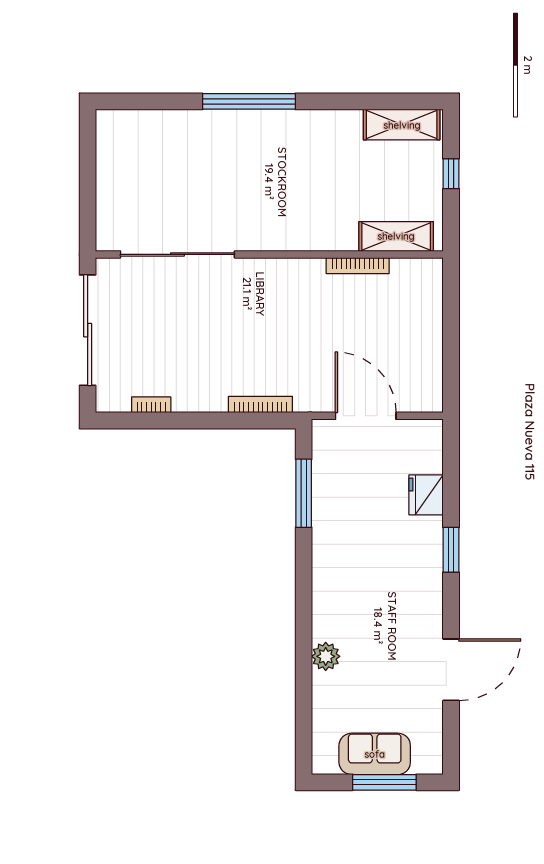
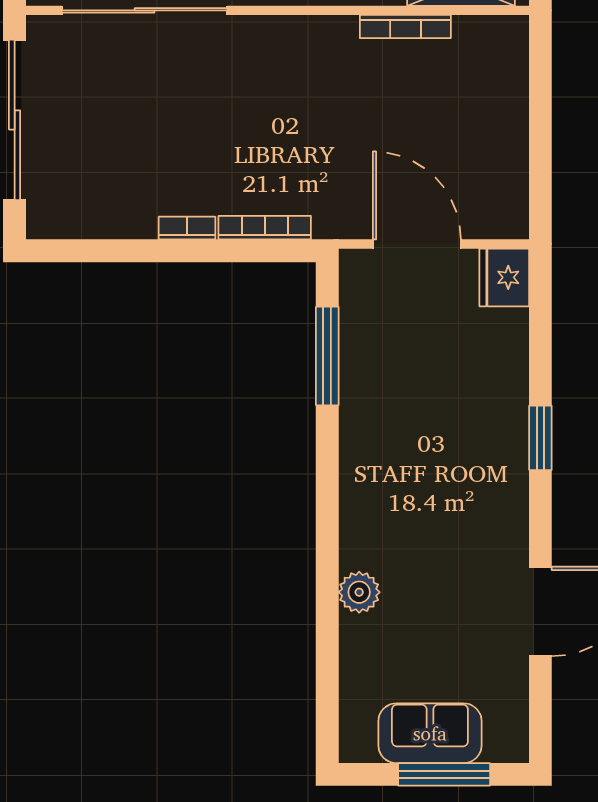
bookcase: (151, 405) -> (187, 228), moved
fridge: (426, 495) -> (504, 277), moved

